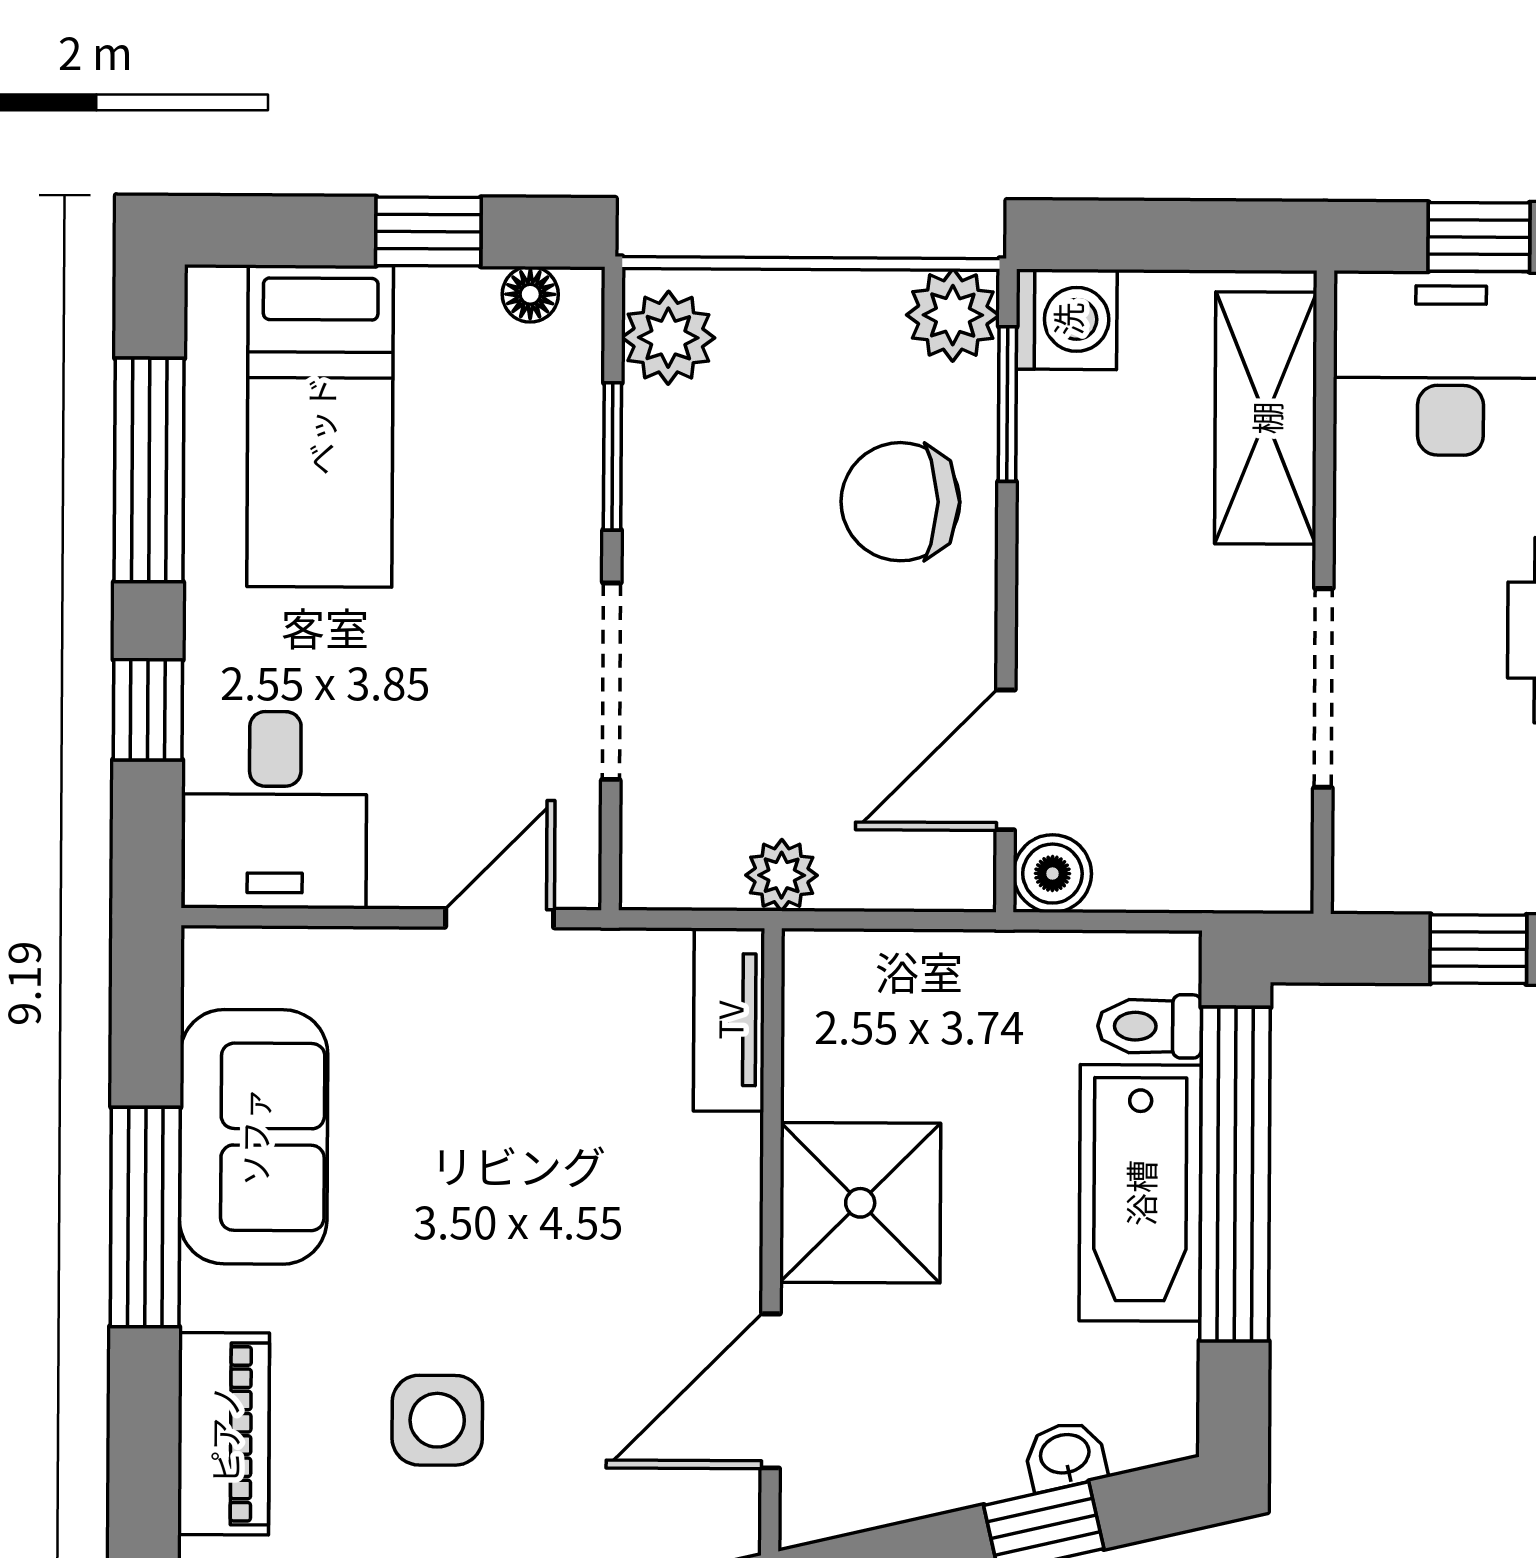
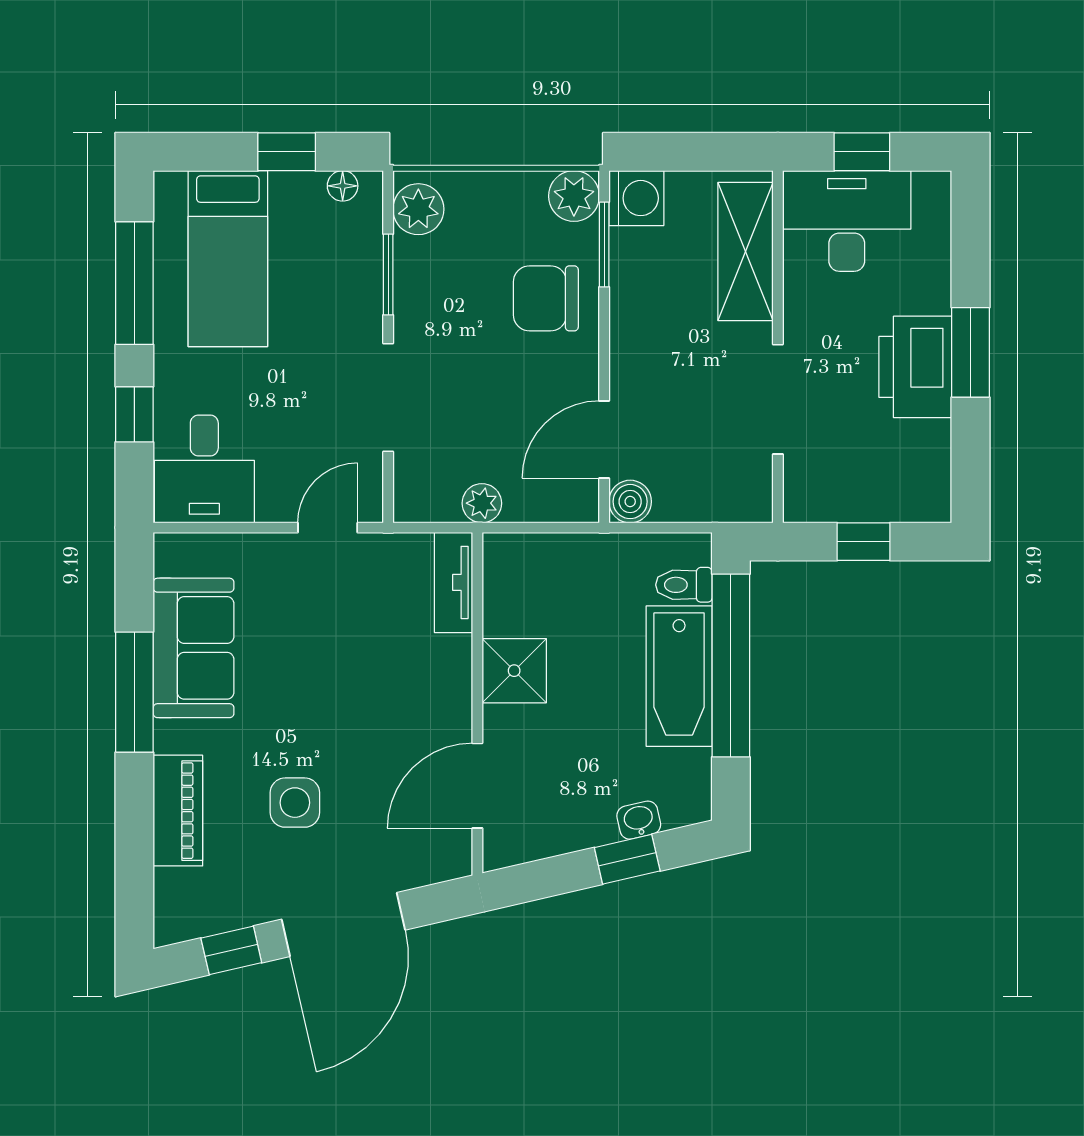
shower: (860, 1203) -> (514, 671), width x0.73, depth x0.73

